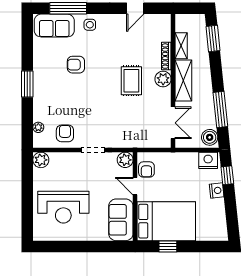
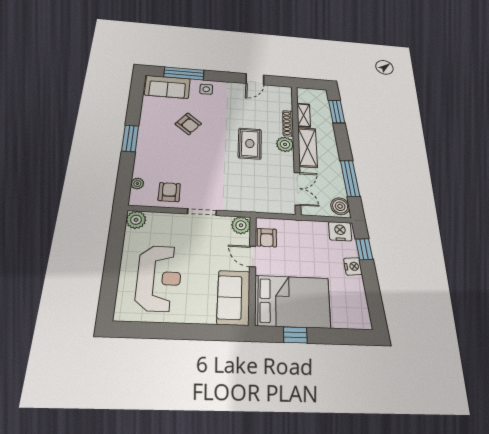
armchair: (76, 65) -> (188, 124), turned -141
reception desk: (63, 207) -> (159, 278), turned -90

